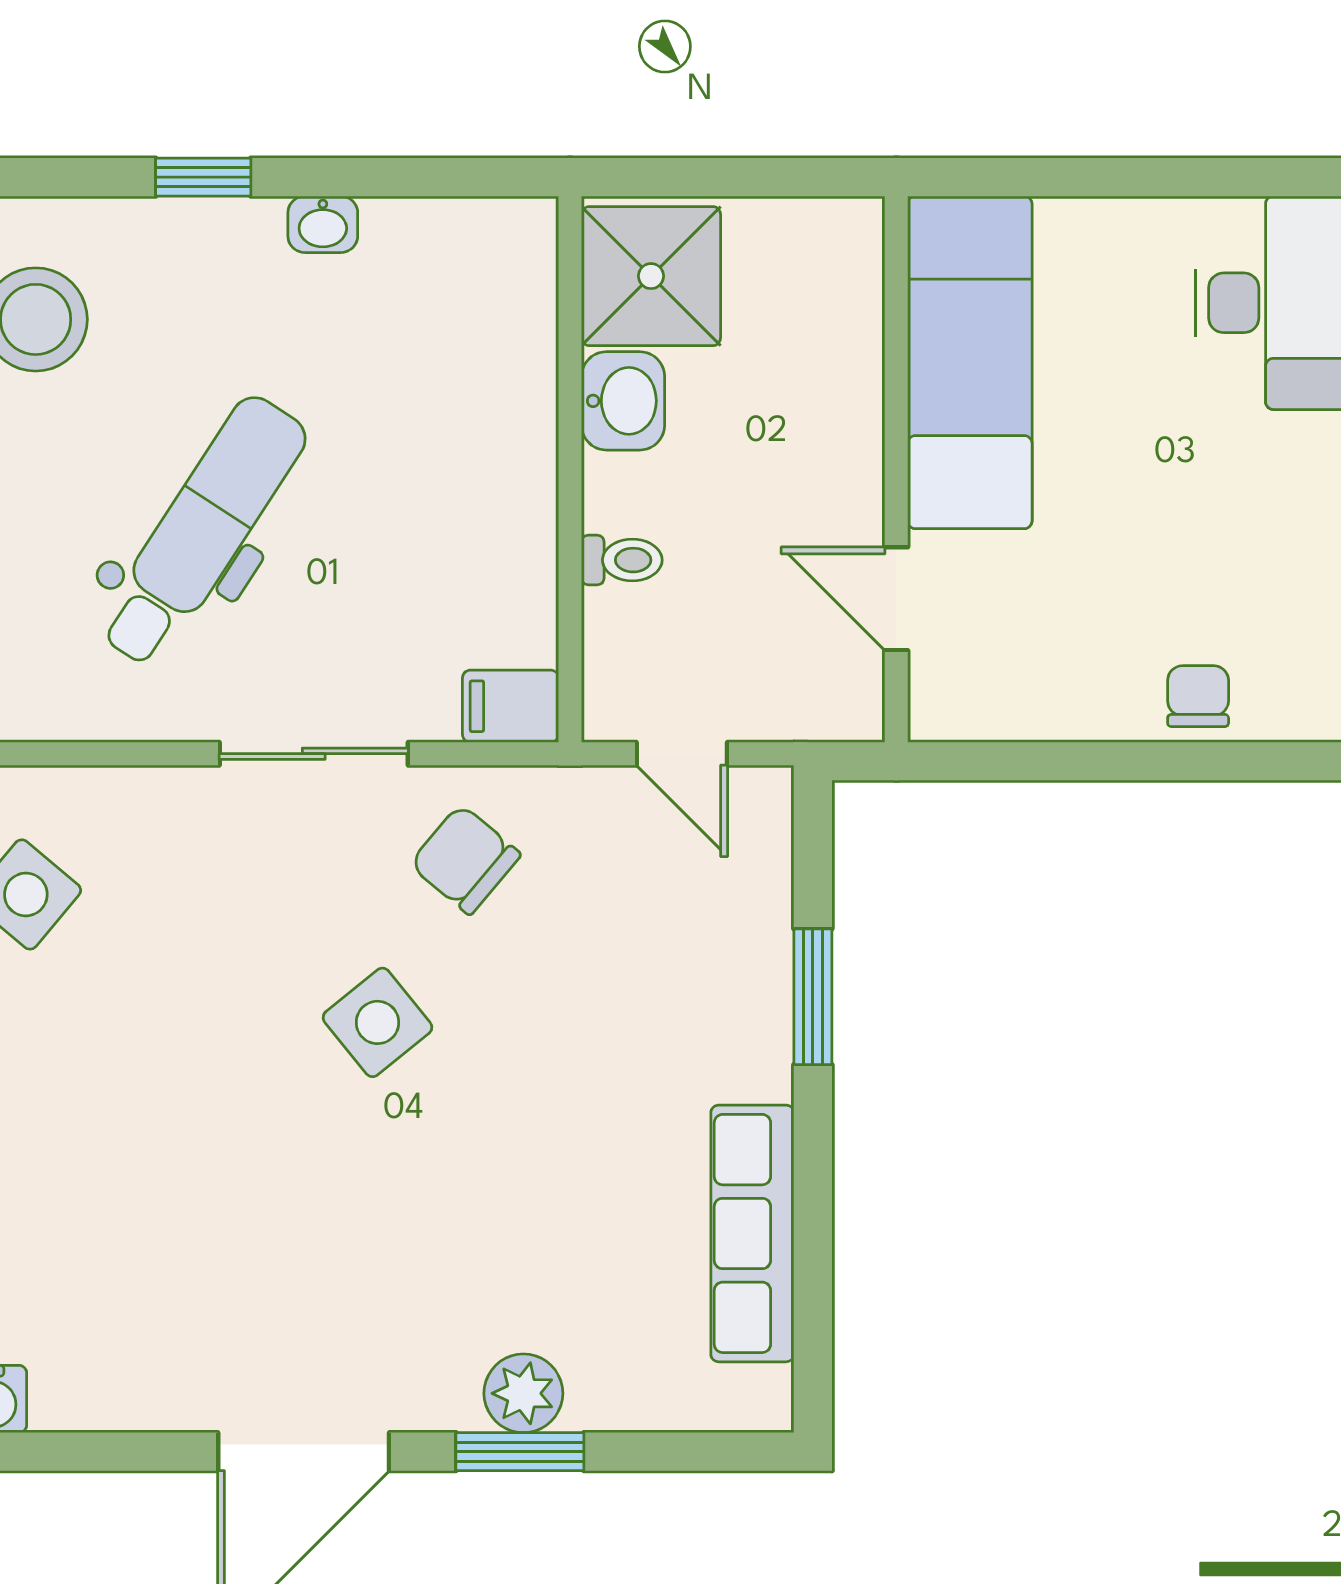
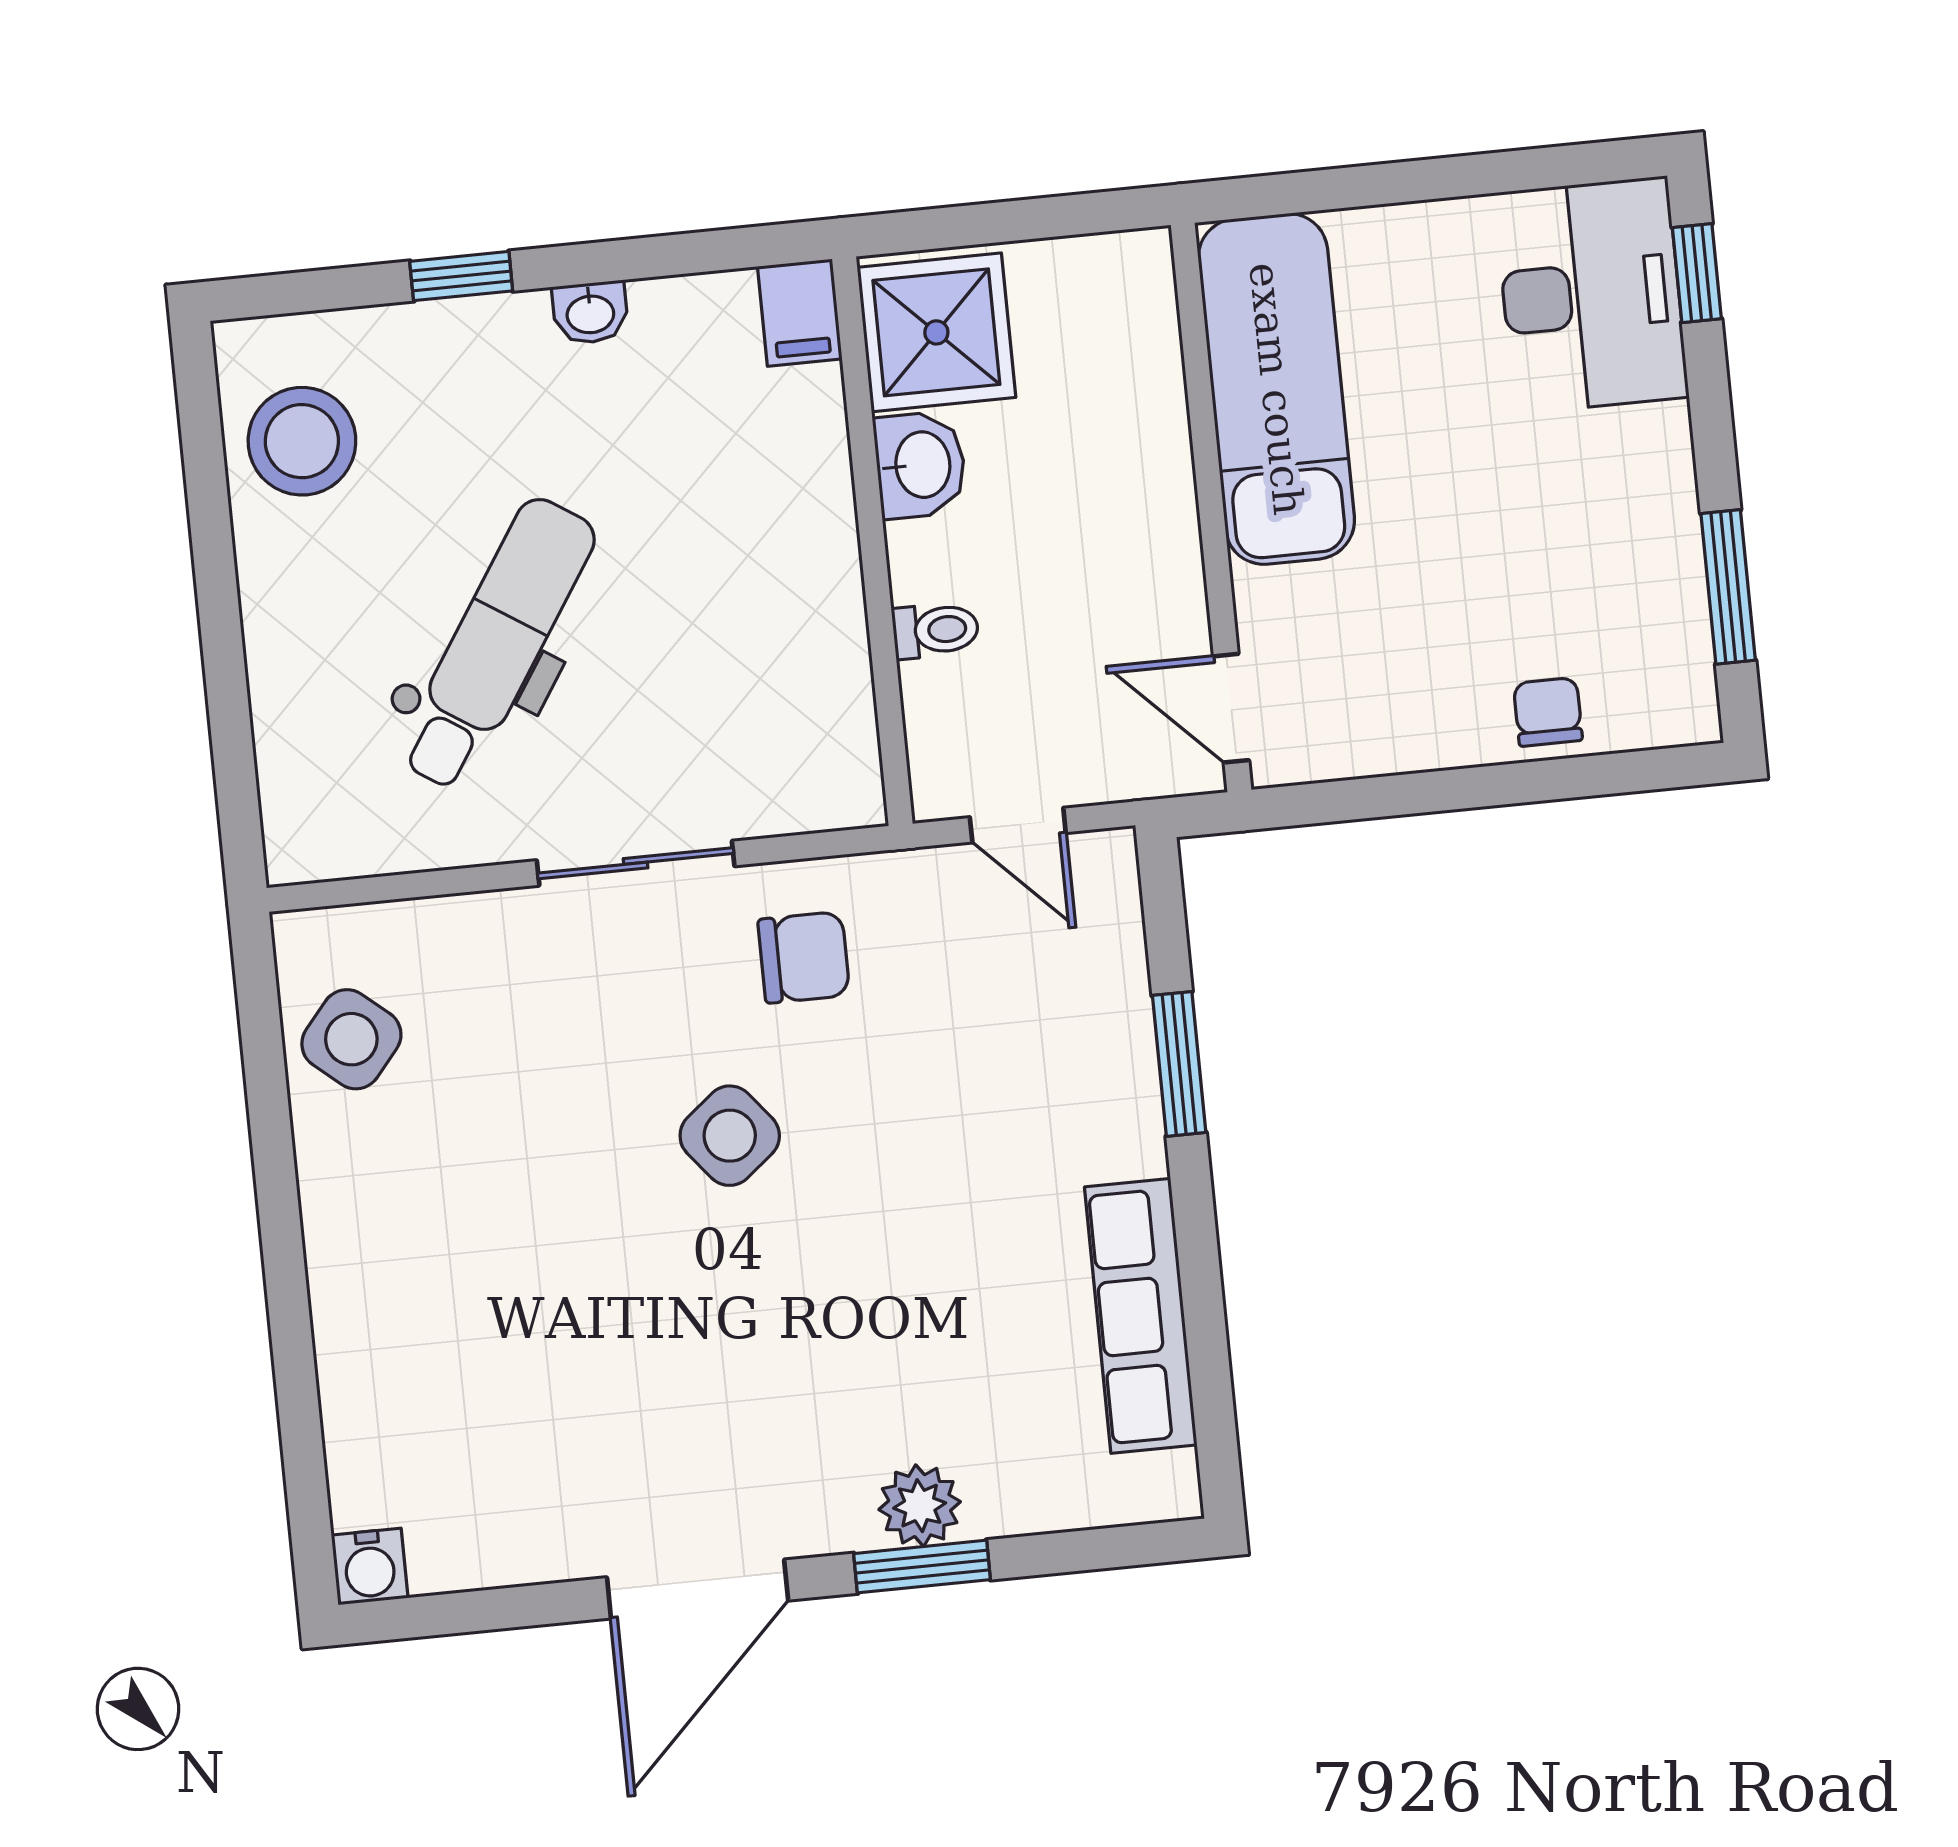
door: (896, 599) -> (1231, 708), moved
filing cabinet: (511, 706) -> (800, 313), moved, turned -90
chair: (465, 859) -> (804, 957), turned 140

